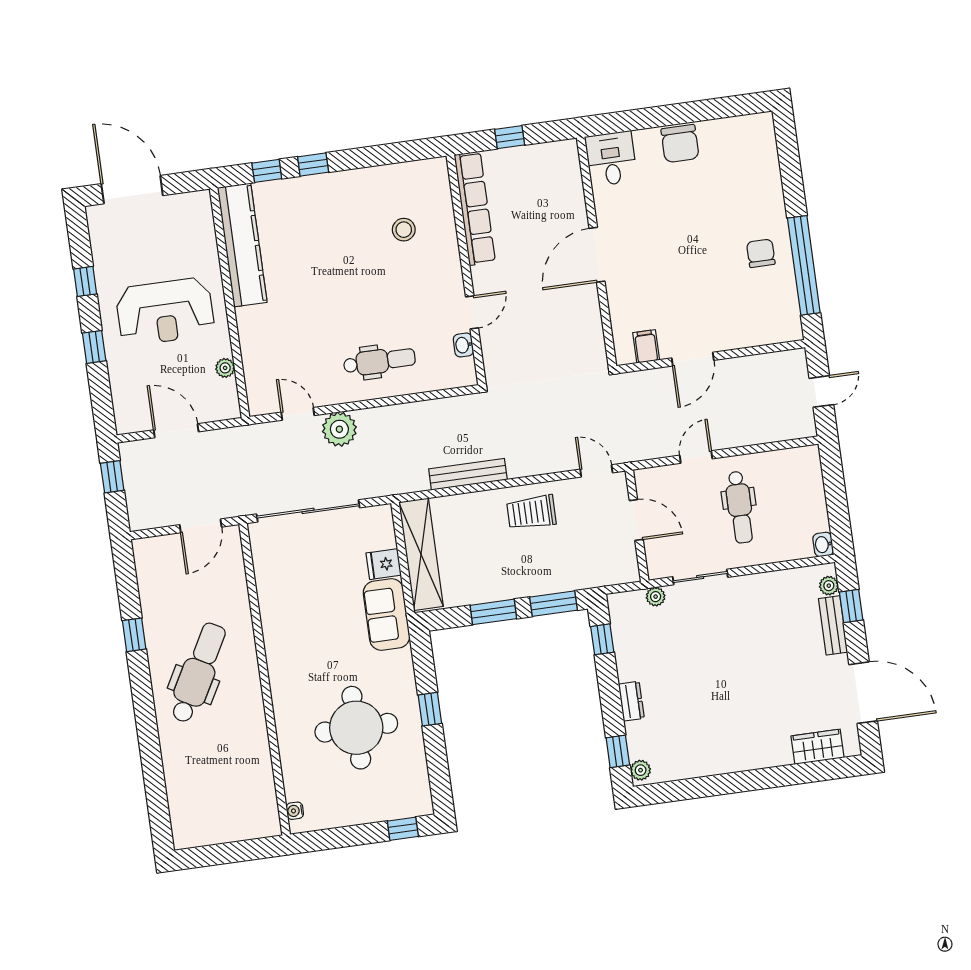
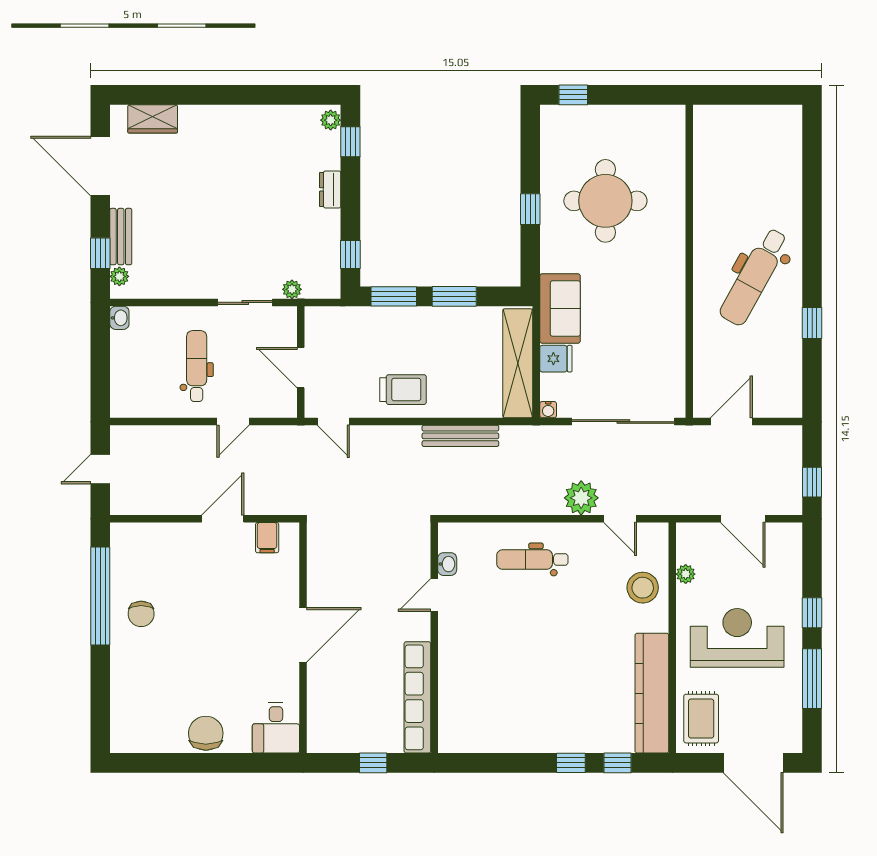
rug: (190, 226) -> (701, 719), added
stool: (404, 230) -> (643, 588), moved, width x1.38, depth x1.38
window: (85, 281) -> (812, 679), width x2.17
water cooler: (295, 811) -> (548, 410), moved, turned 90

